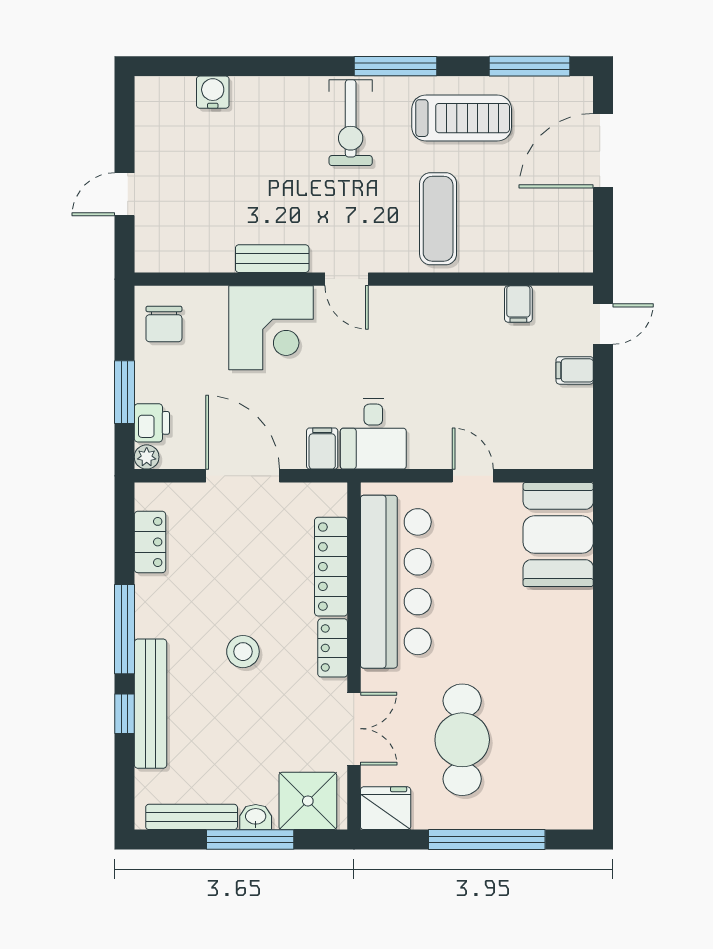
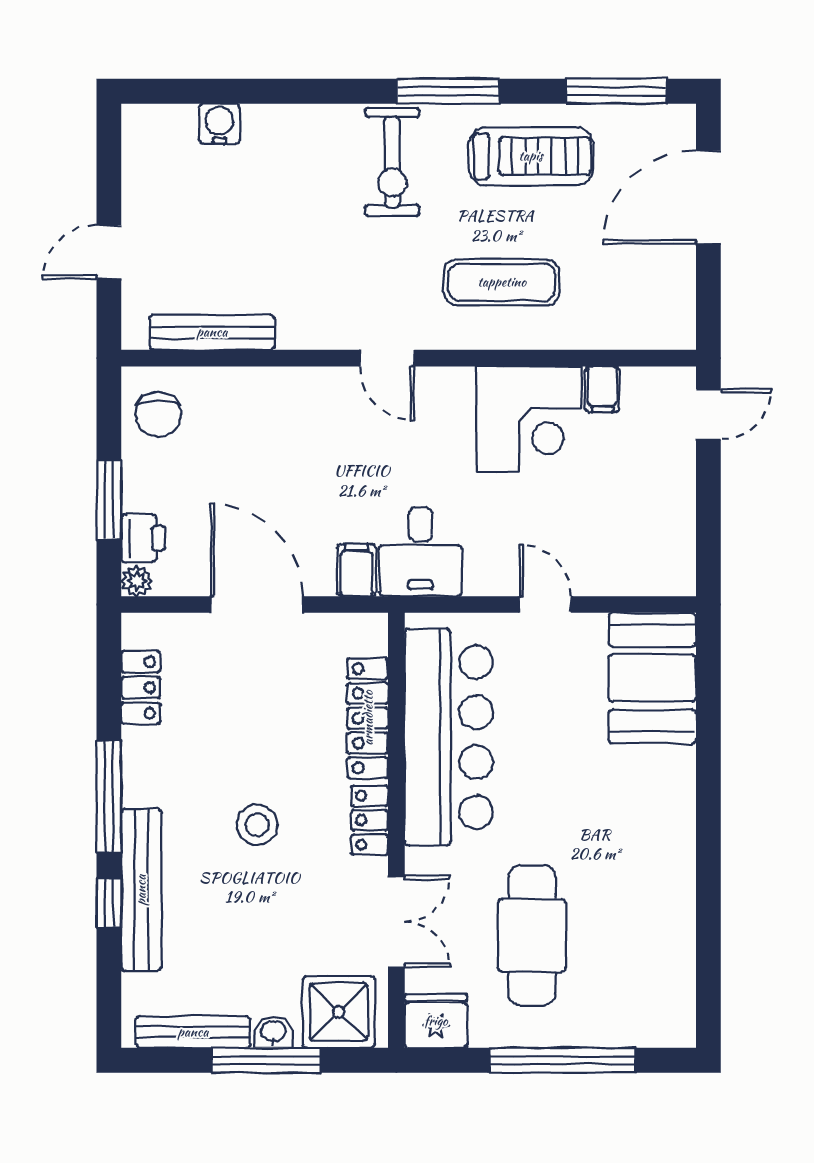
exercise mat: (438, 219) -> (502, 282), turned 90
bench: (272, 259) -> (212, 332), moved, width x1.36
corner desk: (271, 328) -> (529, 419), moved
filing cabinet: (575, 370) -> (673, 472), removed

